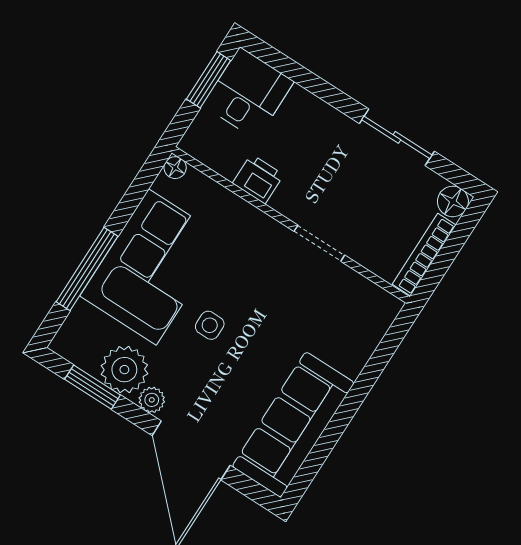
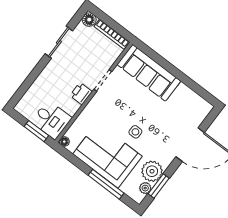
window: (209, 80) -> (36, 131), moved
desk: (248, 93) -> (51, 120), moved, turned 180
printer: (258, 179) -> (81, 94), moved
plant: (152, 400) -> (145, 188), moved
sofa: (293, 425) -> (149, 73), moved

